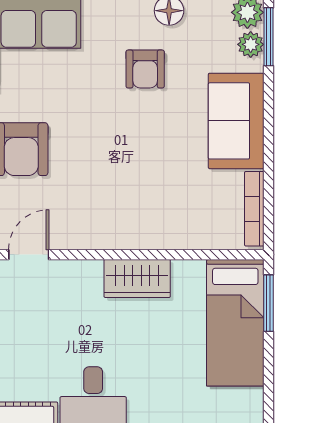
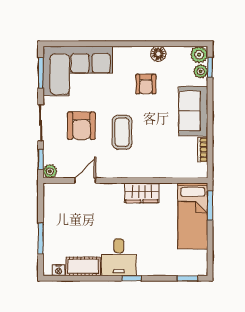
window: (269, 37) -> (210, 67), width x0.67
coffee table: (99, 162) -> (122, 132), added
bookcase: (254, 209) -> (203, 150), width x0.64

